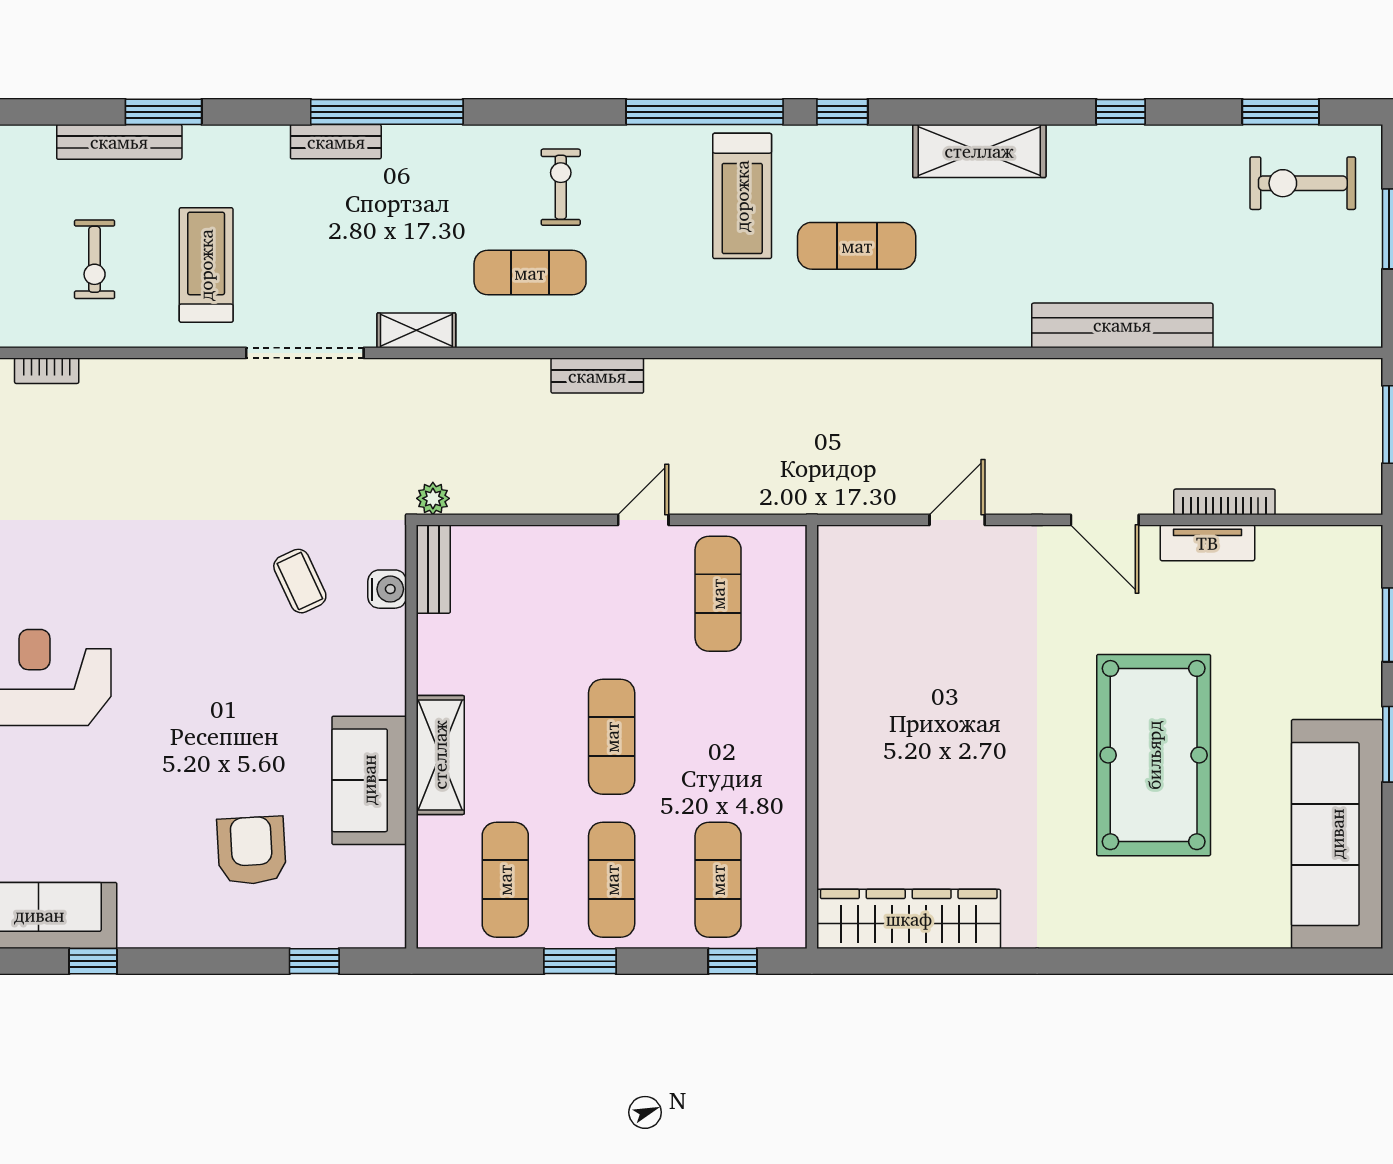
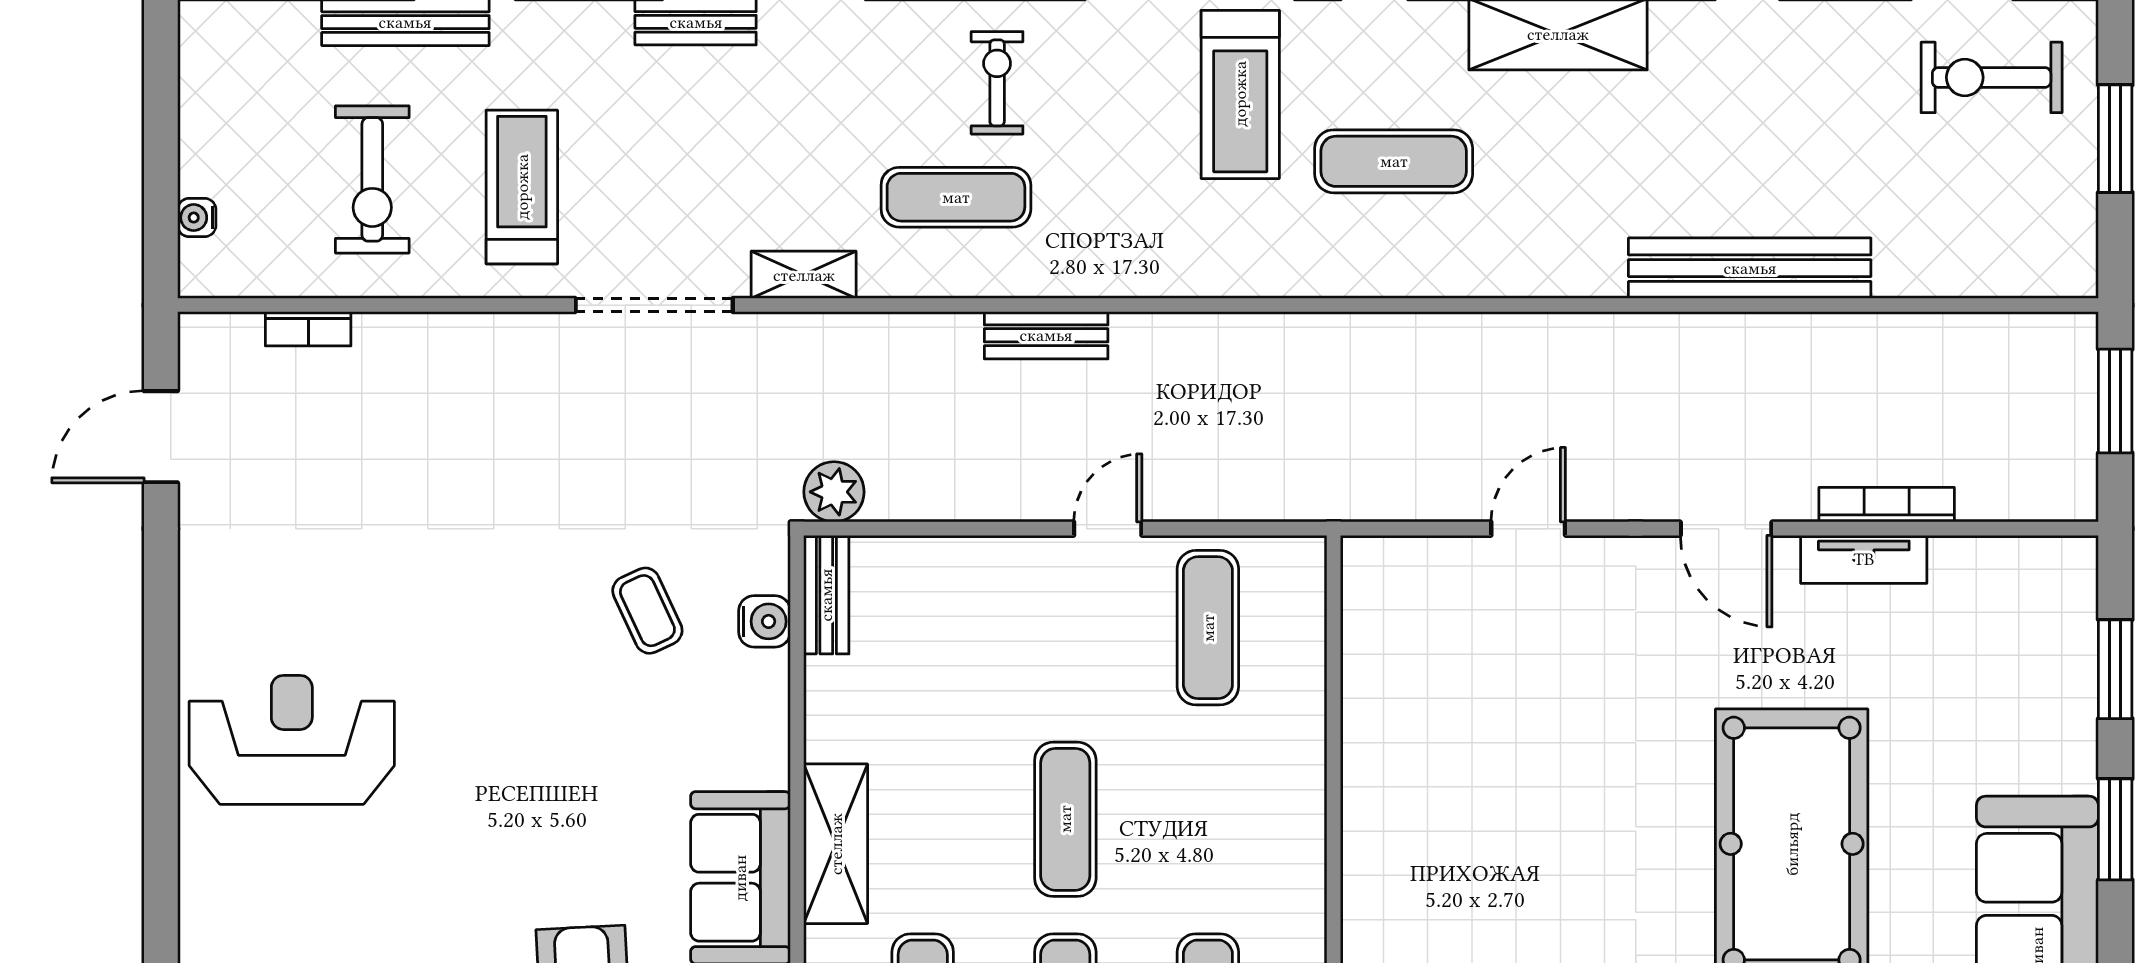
exercise bike: (95, 259) -> (372, 179), width x1.38, depth x1.39
plant: (433, 498) -> (834, 492), width x1.38, depth x1.38

